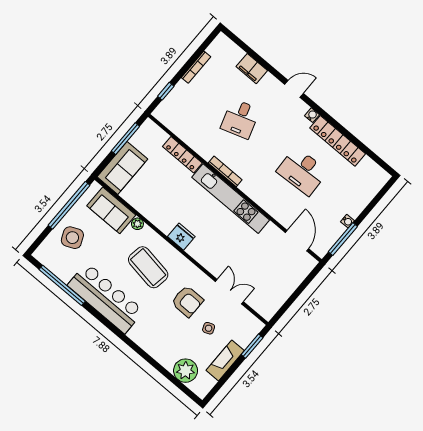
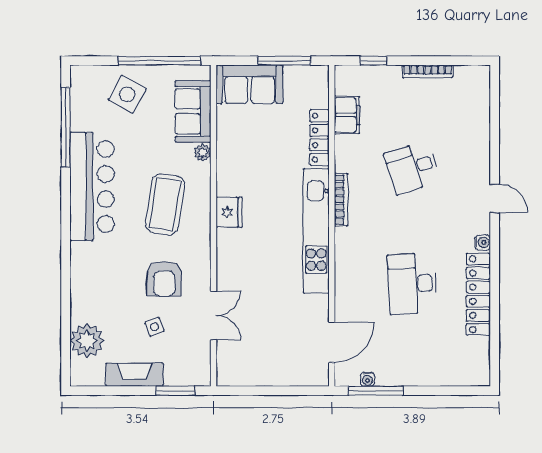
filing cabinet: (252, 69) -> (347, 115), moved, turned 180
water cooler: (347, 221) -> (367, 379), moved
side table: (72, 238) -> (127, 94), turned -37

